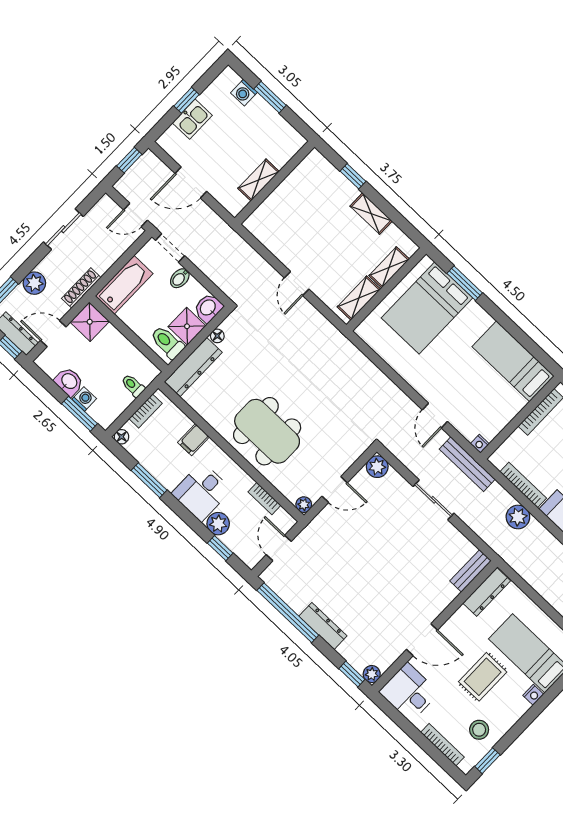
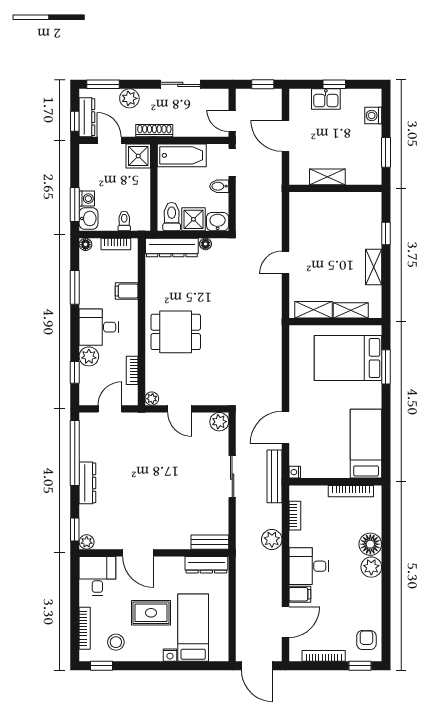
window: (270, 97) -> (386, 152), moved
washbasin: (69, 382) -> (88, 219), moved
door: (435, 416) -> (286, 427), width x1.38
dining table: (267, 431) -> (176, 332), width x0.73
bookcase: (523, 485) -> (295, 516), width x0.64

